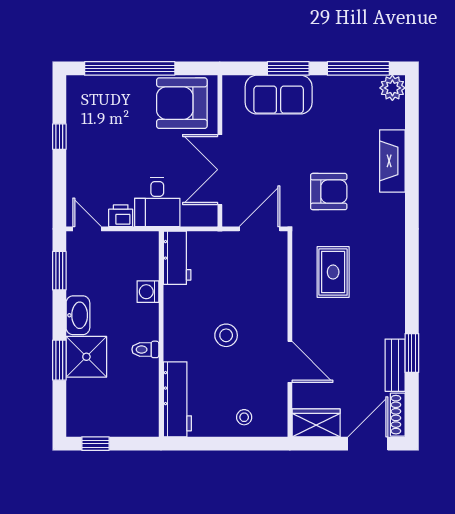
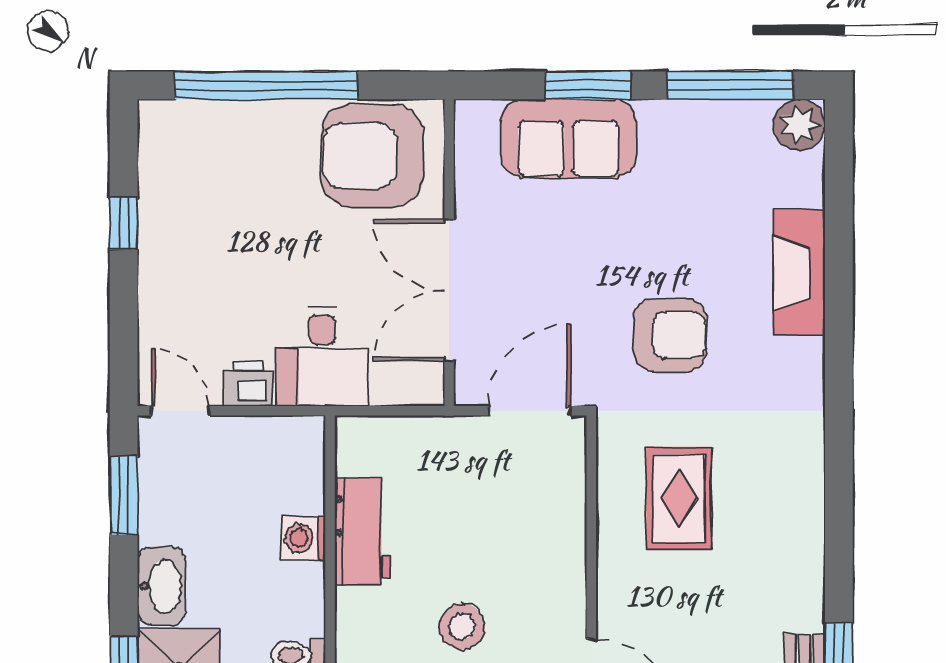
workbench: (177, 258) -> (362, 532), moved

